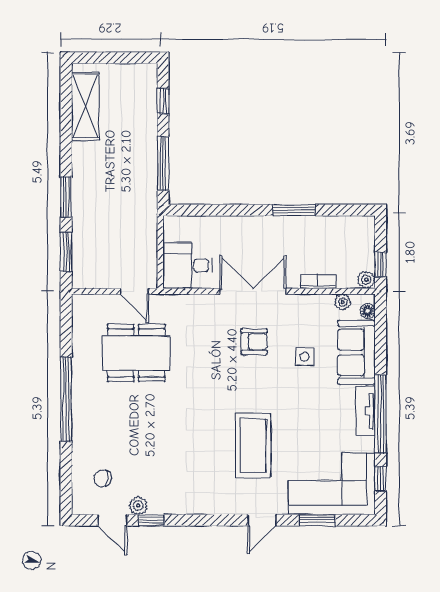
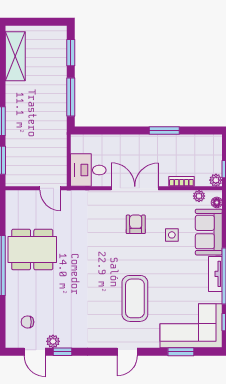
window: (163, 101) -> (71, 53), width x1.50
armchair: (254, 342) -> (136, 224), turned -90
dining table: (136, 353) -> (32, 250), moved
door: (262, 520) -> (127, 352), moved

